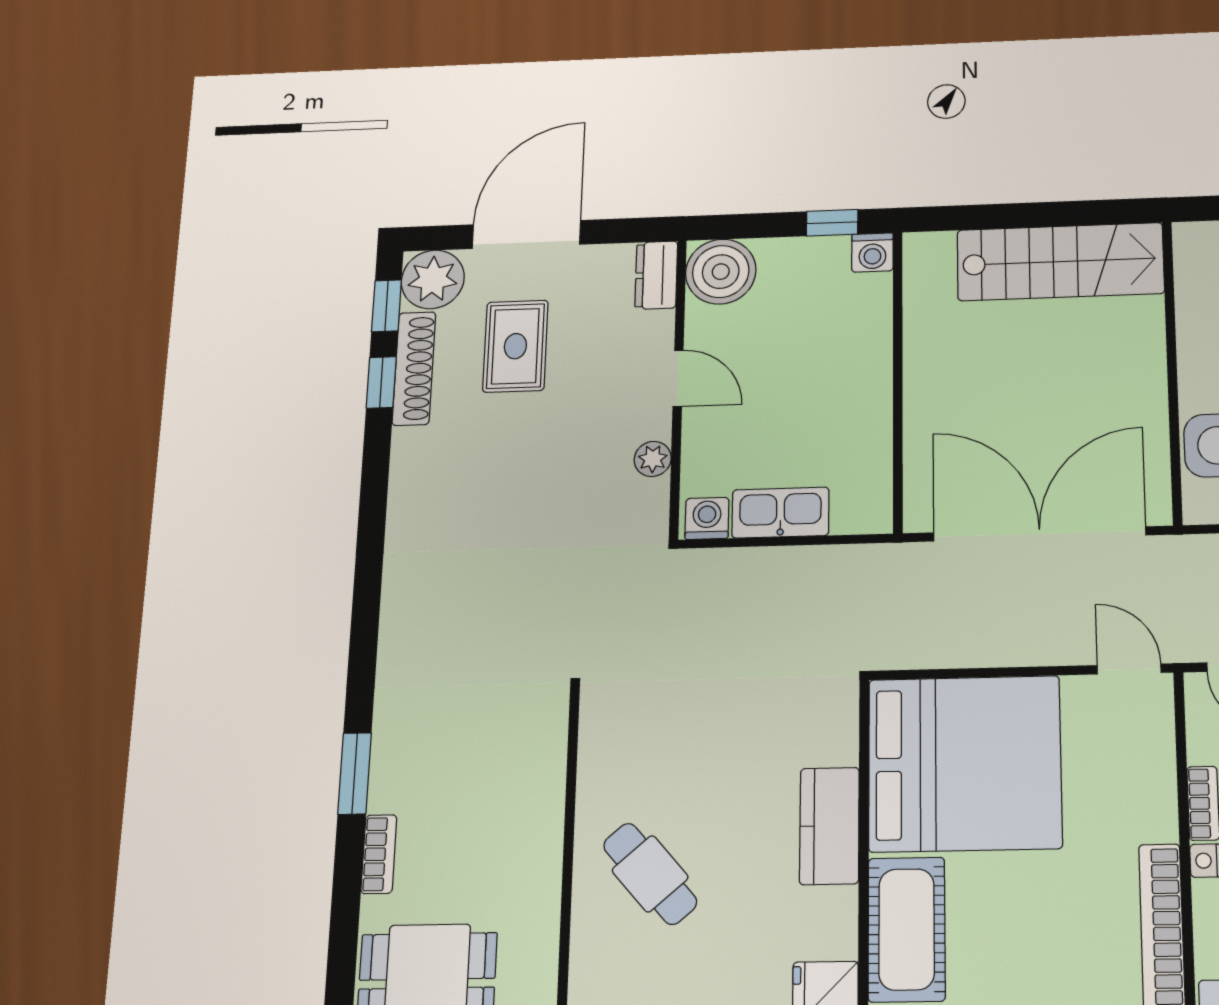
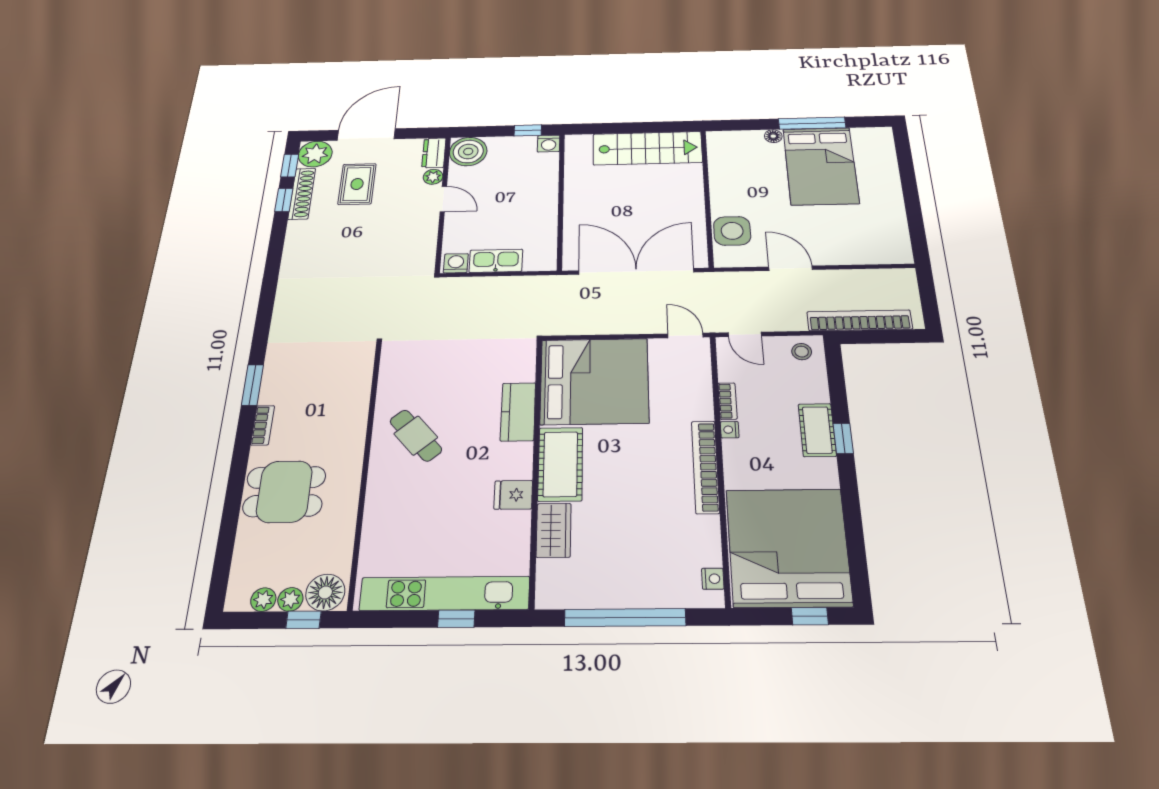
plant: (653, 459) -> (433, 177), moved

